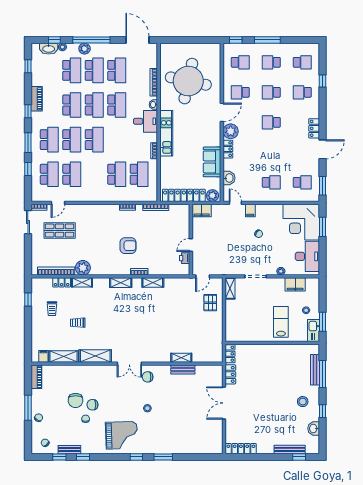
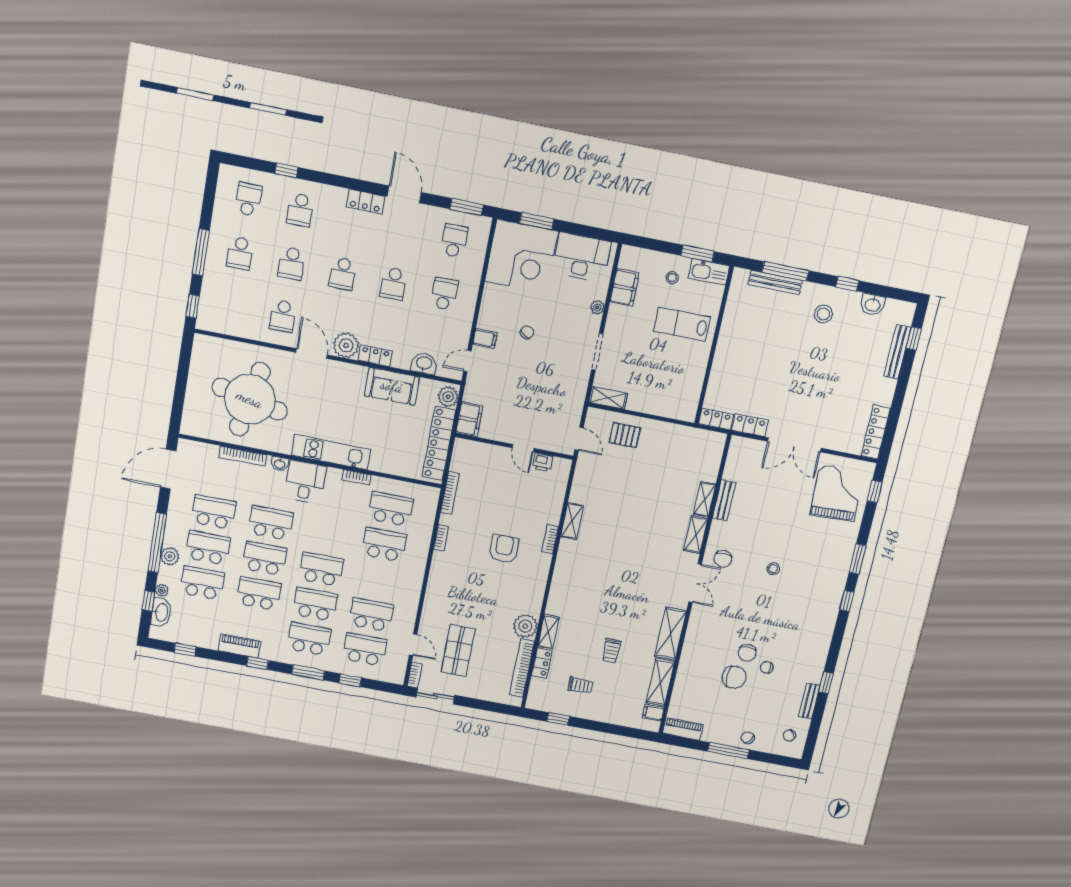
school desk: (240, 62) -> (394, 284), moved, turned 180
shelving: (121, 283) -> (696, 535), moved
grand piano: (122, 435) -> (837, 493), moved
window: (59, 457) -> (875, 491), moved

